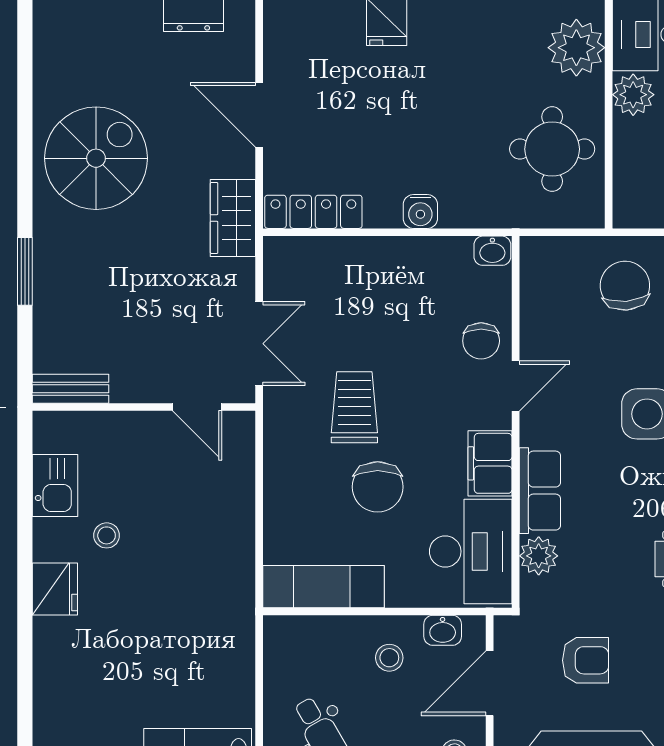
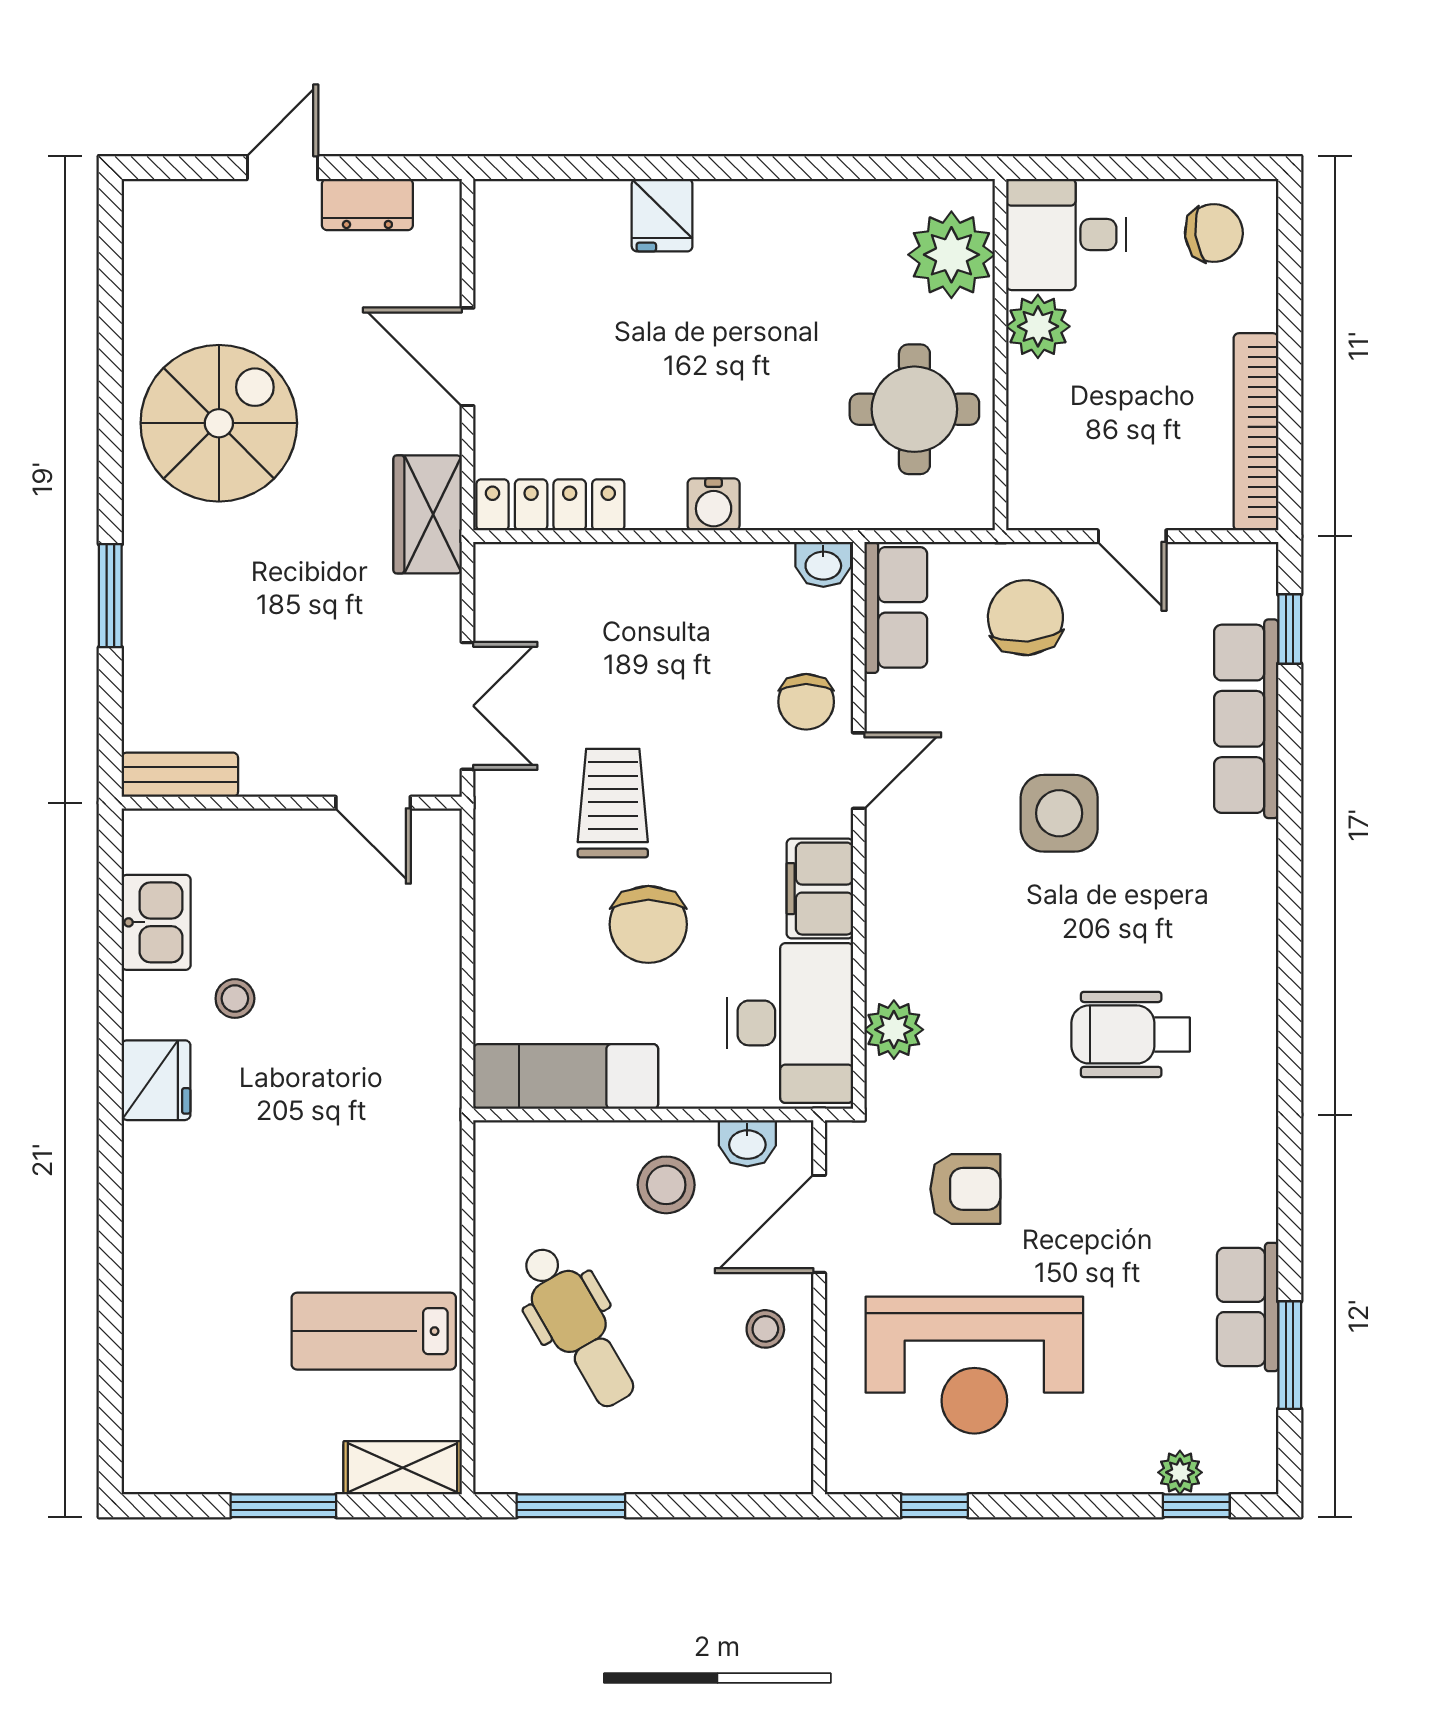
row of seats: (540, 491) -> (896, 607), moved
stool: (389, 658) -> (666, 1185), width x1.37, depth x1.37

